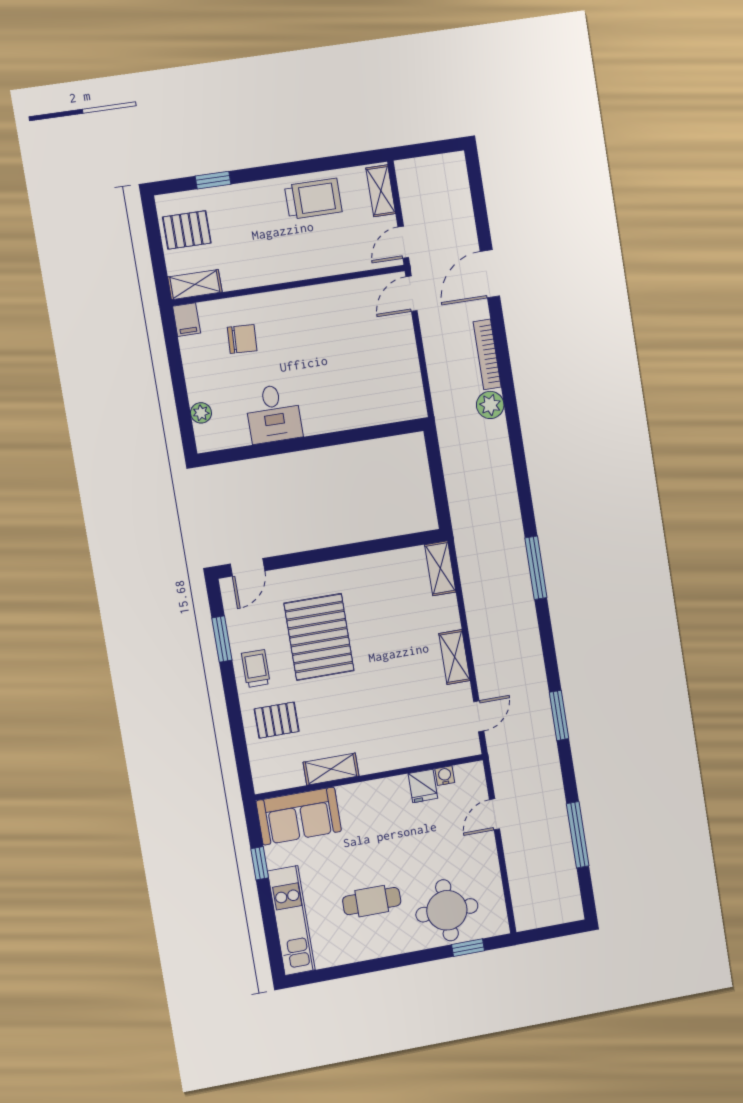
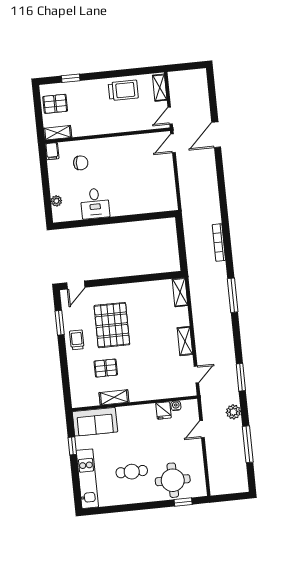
bookcase: (487, 354) -> (219, 243), moved
plant: (490, 405) -> (233, 412), moved
pallet: (277, 720) -> (106, 368), moved

